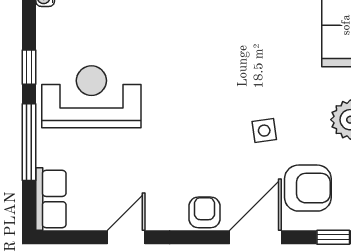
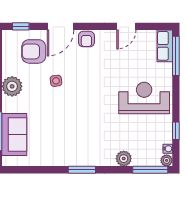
window: (29, 67) -> (176, 131), moved
reception desk: (91, 97) -> (144, 98), turned 180
window: (29, 142) -> (176, 56), moved

